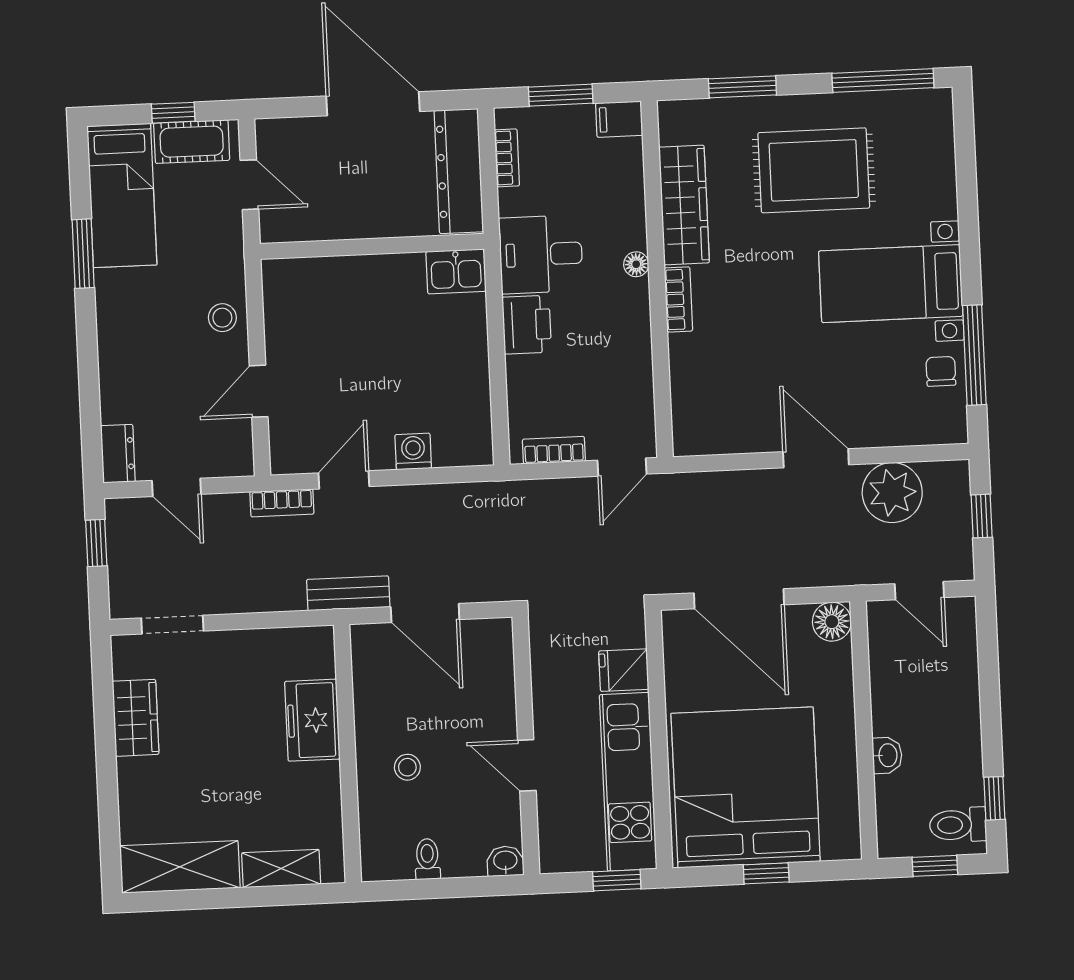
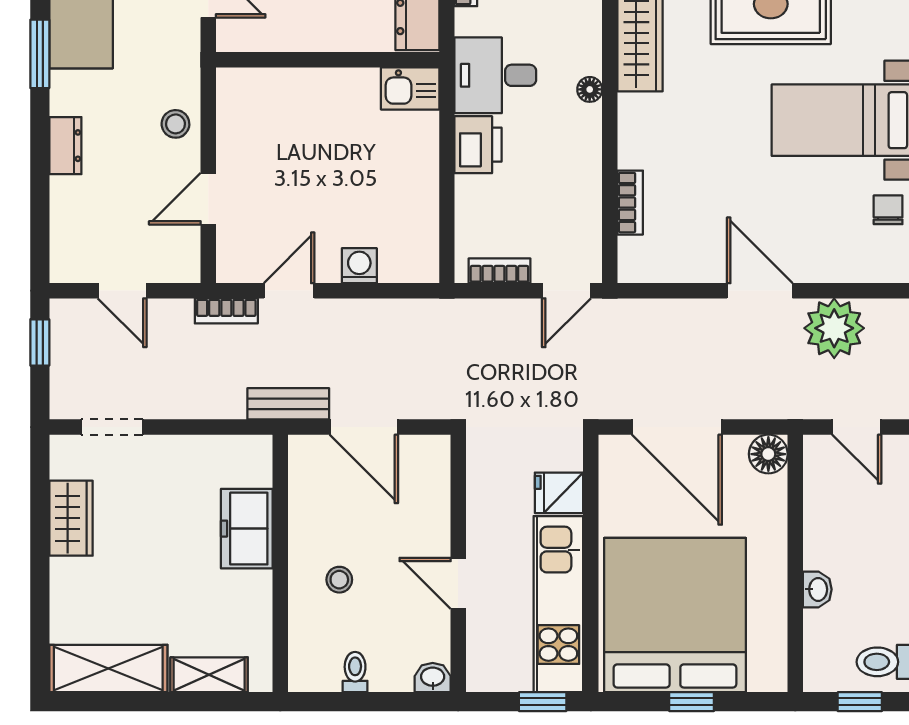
bookcase: (678, 299) -> (630, 203), moved
dresser: (118, 454) -> (65, 146), moved

